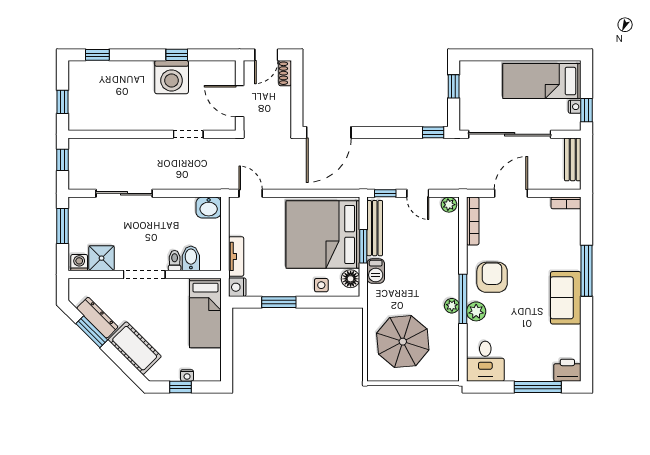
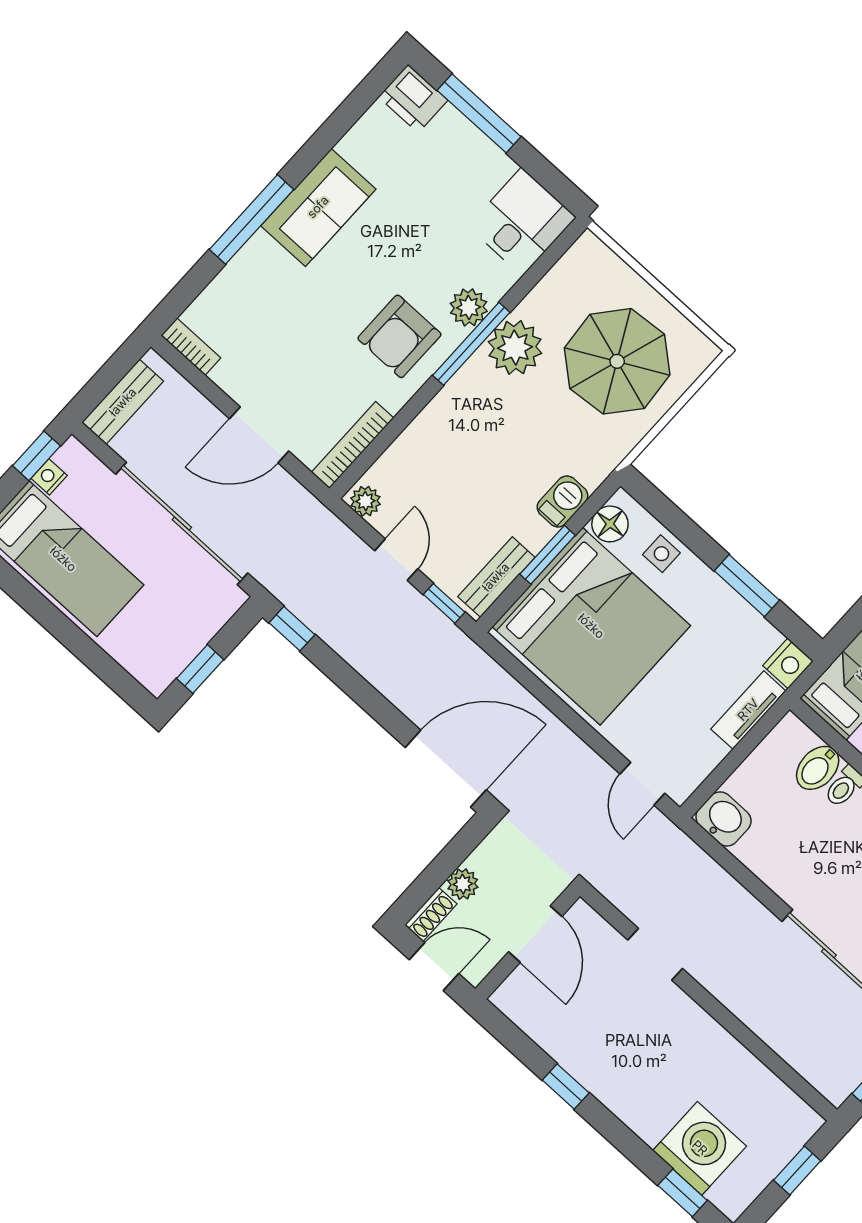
washing machine: (172, 77) -> (700, 1148), moved
plant: (283, 95) -> (463, 884), added
bench: (375, 228) -> (496, 577), width x0.73
plant: (452, 306) -> (515, 348), width x1.87, depth x1.87

